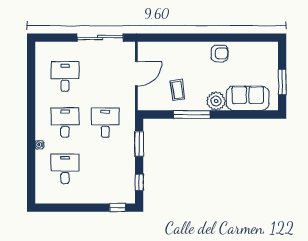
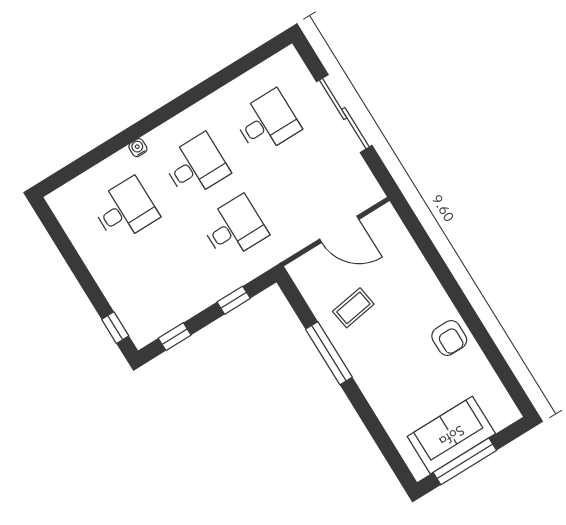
sliding door: (100, 38) -> (344, 114), moved
window: (282, 82) -> (465, 461), width x1.44
sofa: (248, 98) -> (451, 435), moved, turned -90
plant: (216, 101) -> (373, 378), removed
window: (139, 144) -> (234, 300), width x0.67

